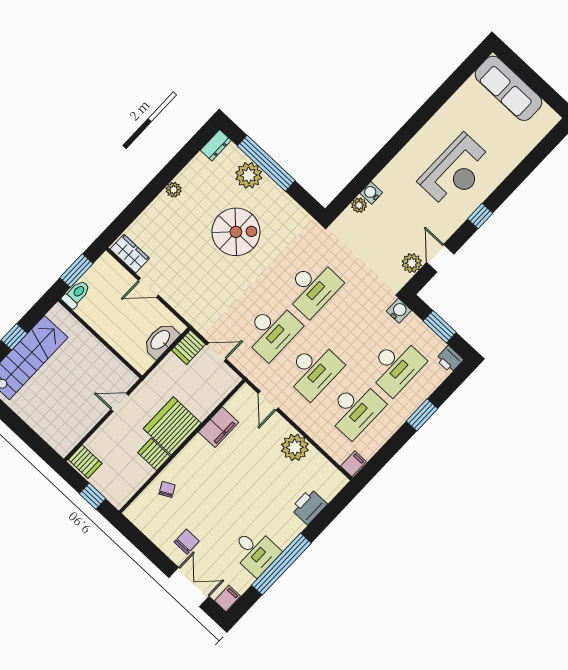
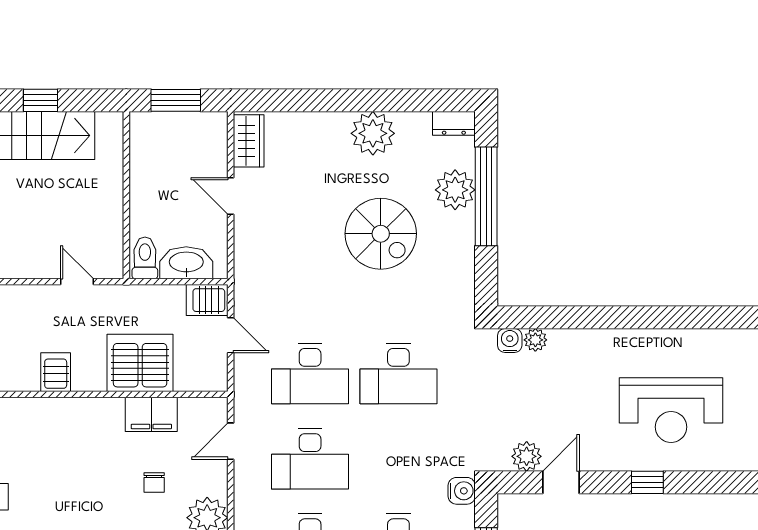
plant: (174, 190) -> (373, 133), width x1.88, depth x1.88
water cooler: (371, 193) -> (510, 340), moved
toilet: (76, 294) -> (145, 258), moved, turned -90
server rack: (172, 426) -> (140, 363), moved
chair: (167, 489) -> (154, 482), moved, turned 118

